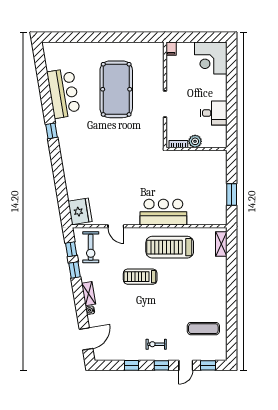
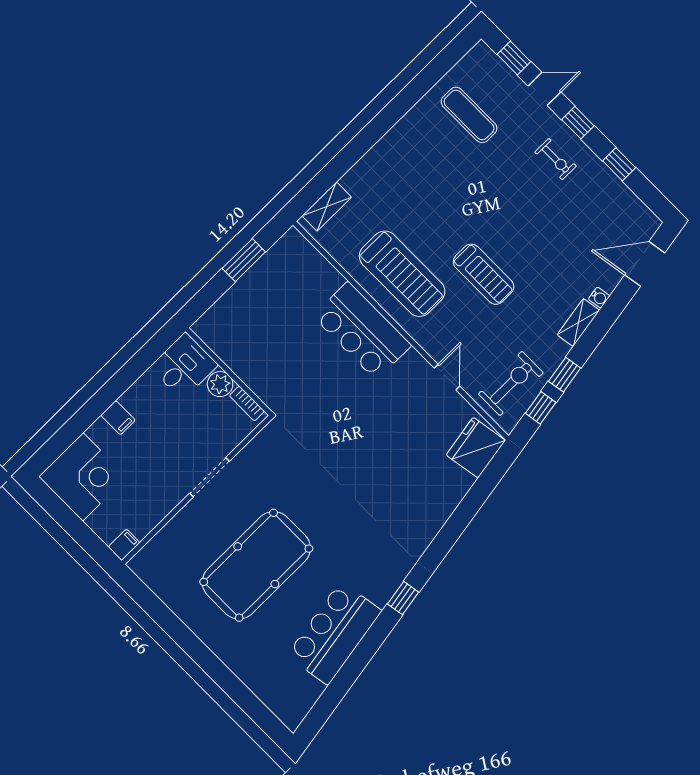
filing cabinet: (220, 92) -> (118, 418), added
desk: (214, 113) -> (184, 366), moved, turned 90

